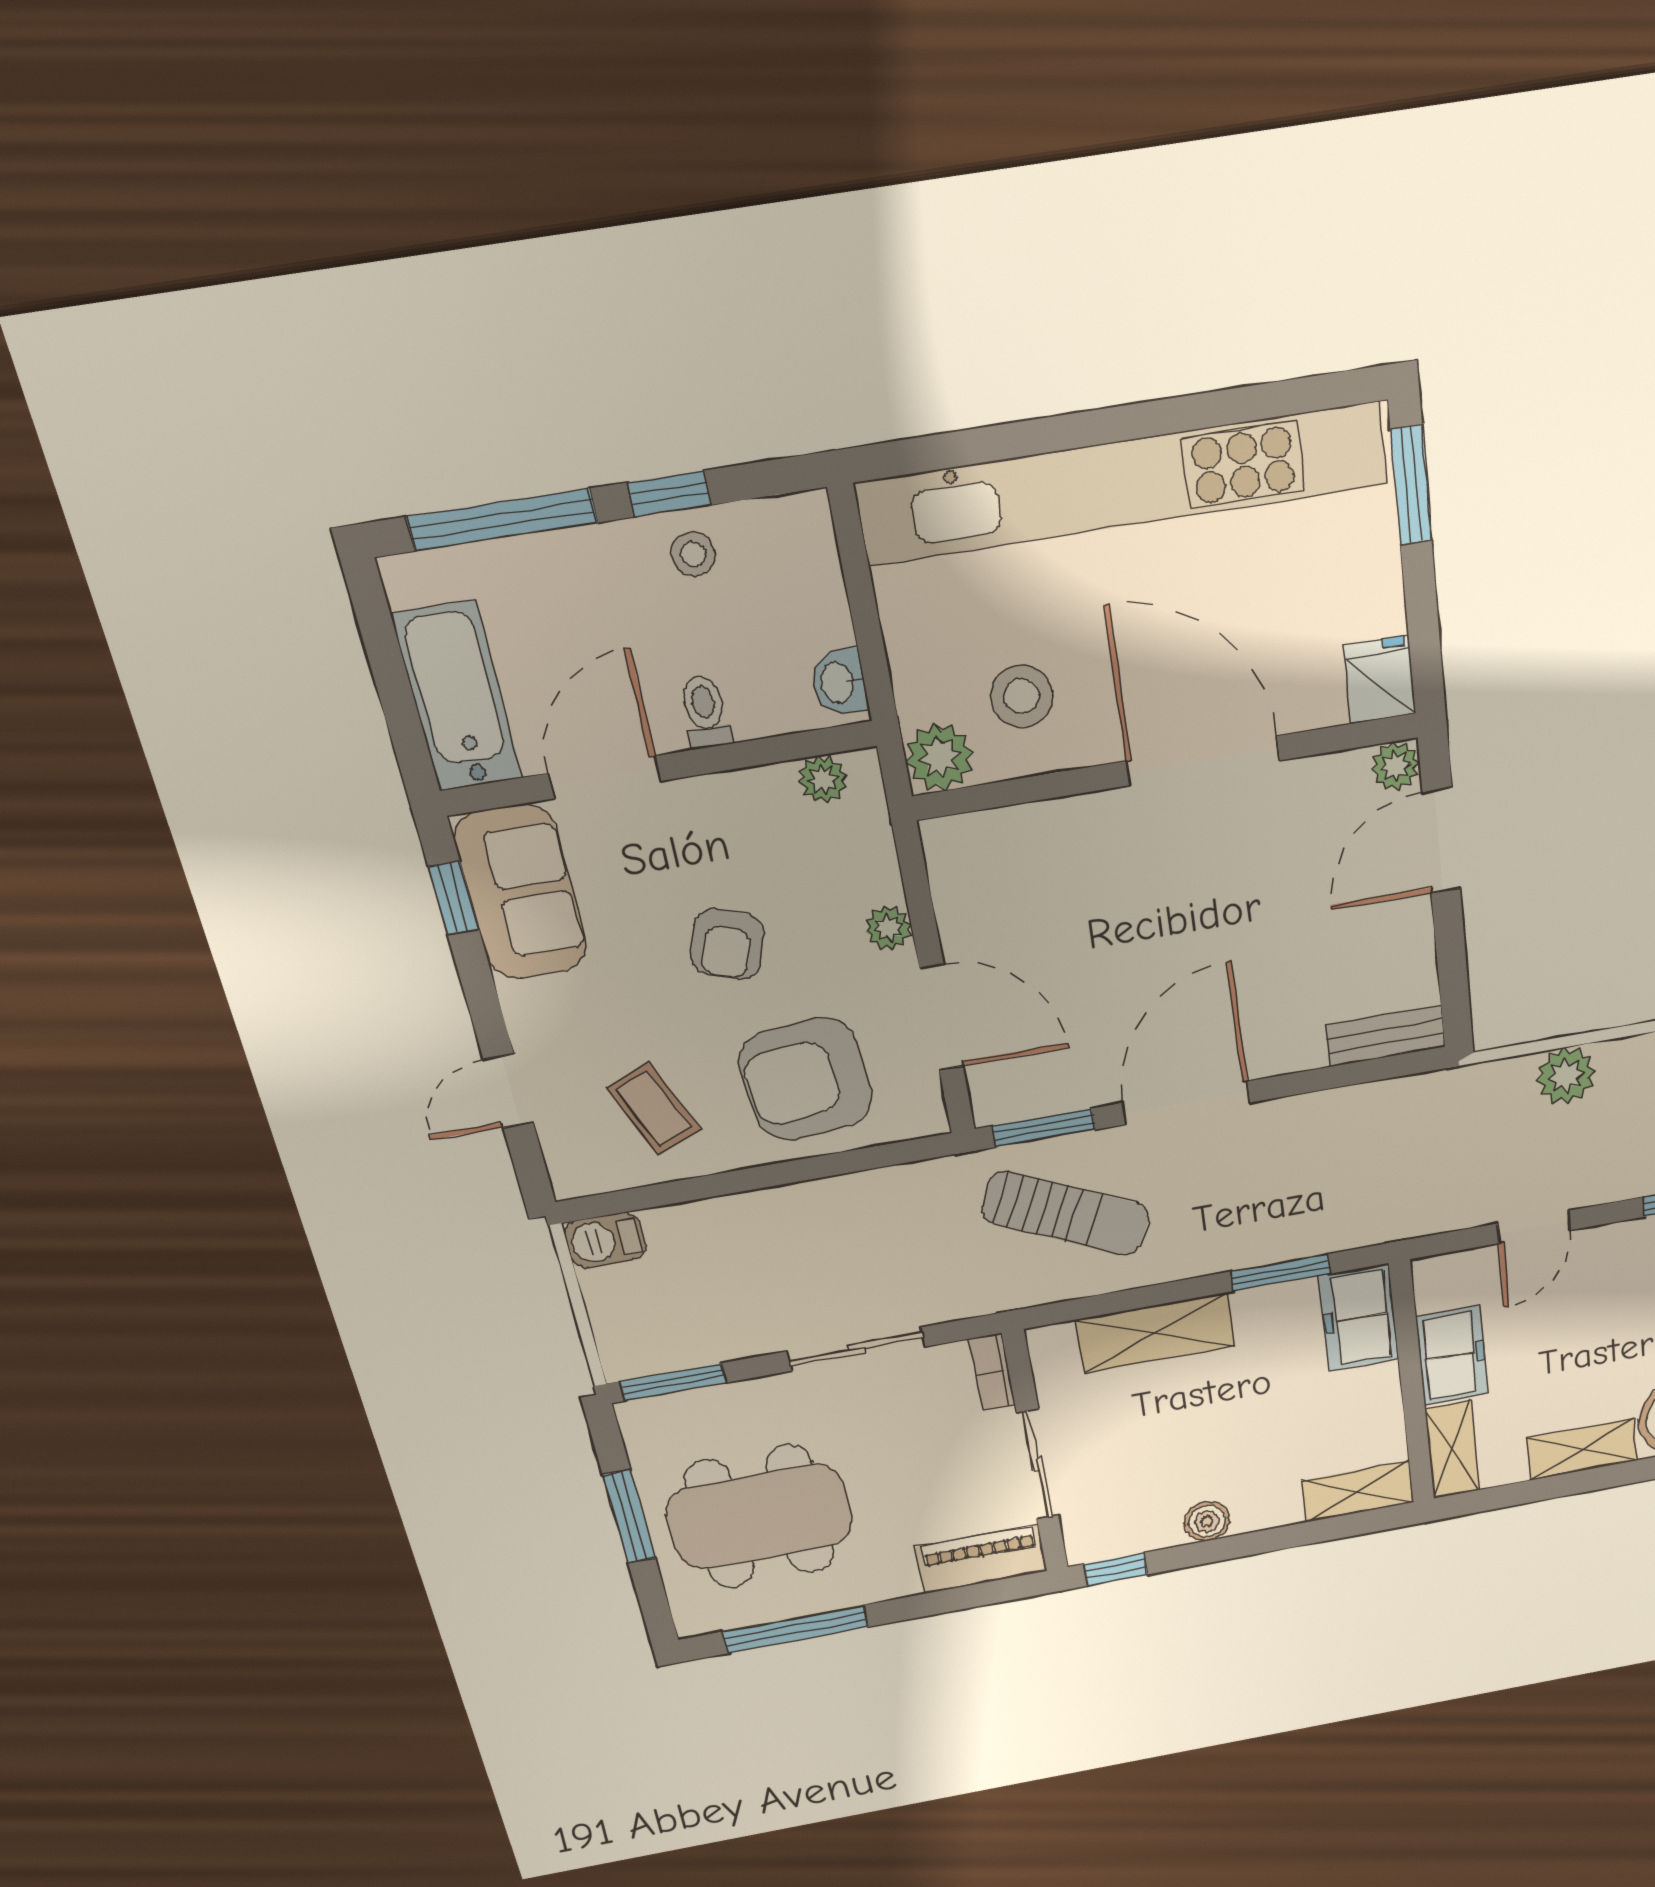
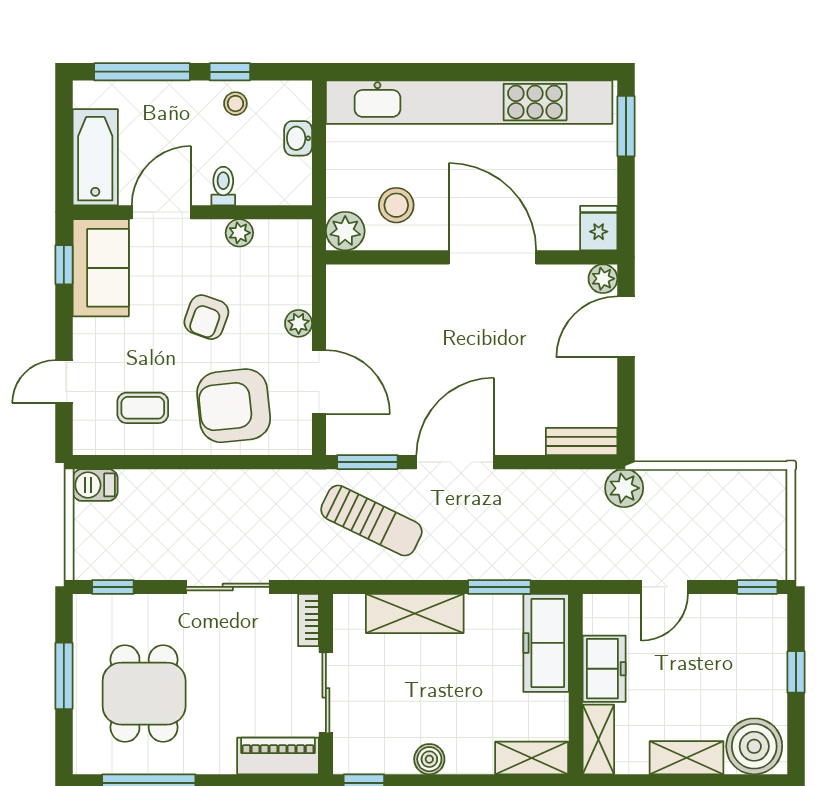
washbasin: (839, 683) -> (298, 138), moved
plant: (823, 779) -> (239, 233), moved
plant: (1566, 1076) -> (624, 488), moved
coffee table: (654, 1109) -> (143, 408), turned -67
freezer: (1359, 1318) -> (546, 643), width x1.40
window: (673, 1382) -> (113, 587), width x0.67
dining table: (760, 1517) -> (144, 694), width x0.73

